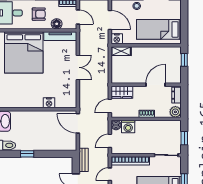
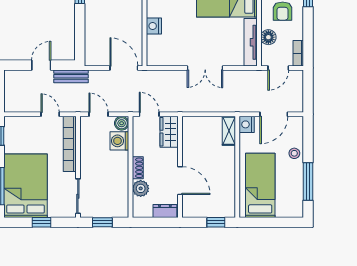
plant: (175, 112) -> (141, 188), moved
door: (78, 123) -> (124, 68), hinge flipped

